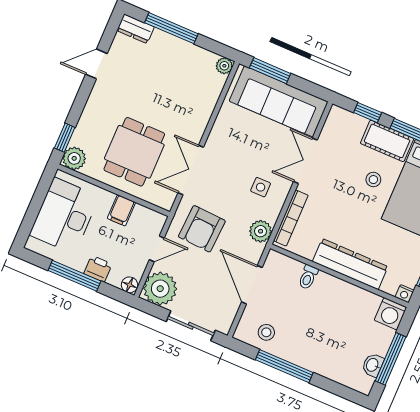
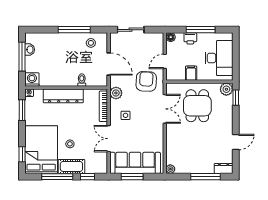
window: (270, 71) -> (132, 177), moved
double door: (305, 161) -> (109, 139), swing flipped
plant: (160, 289) -> (154, 42), removed

